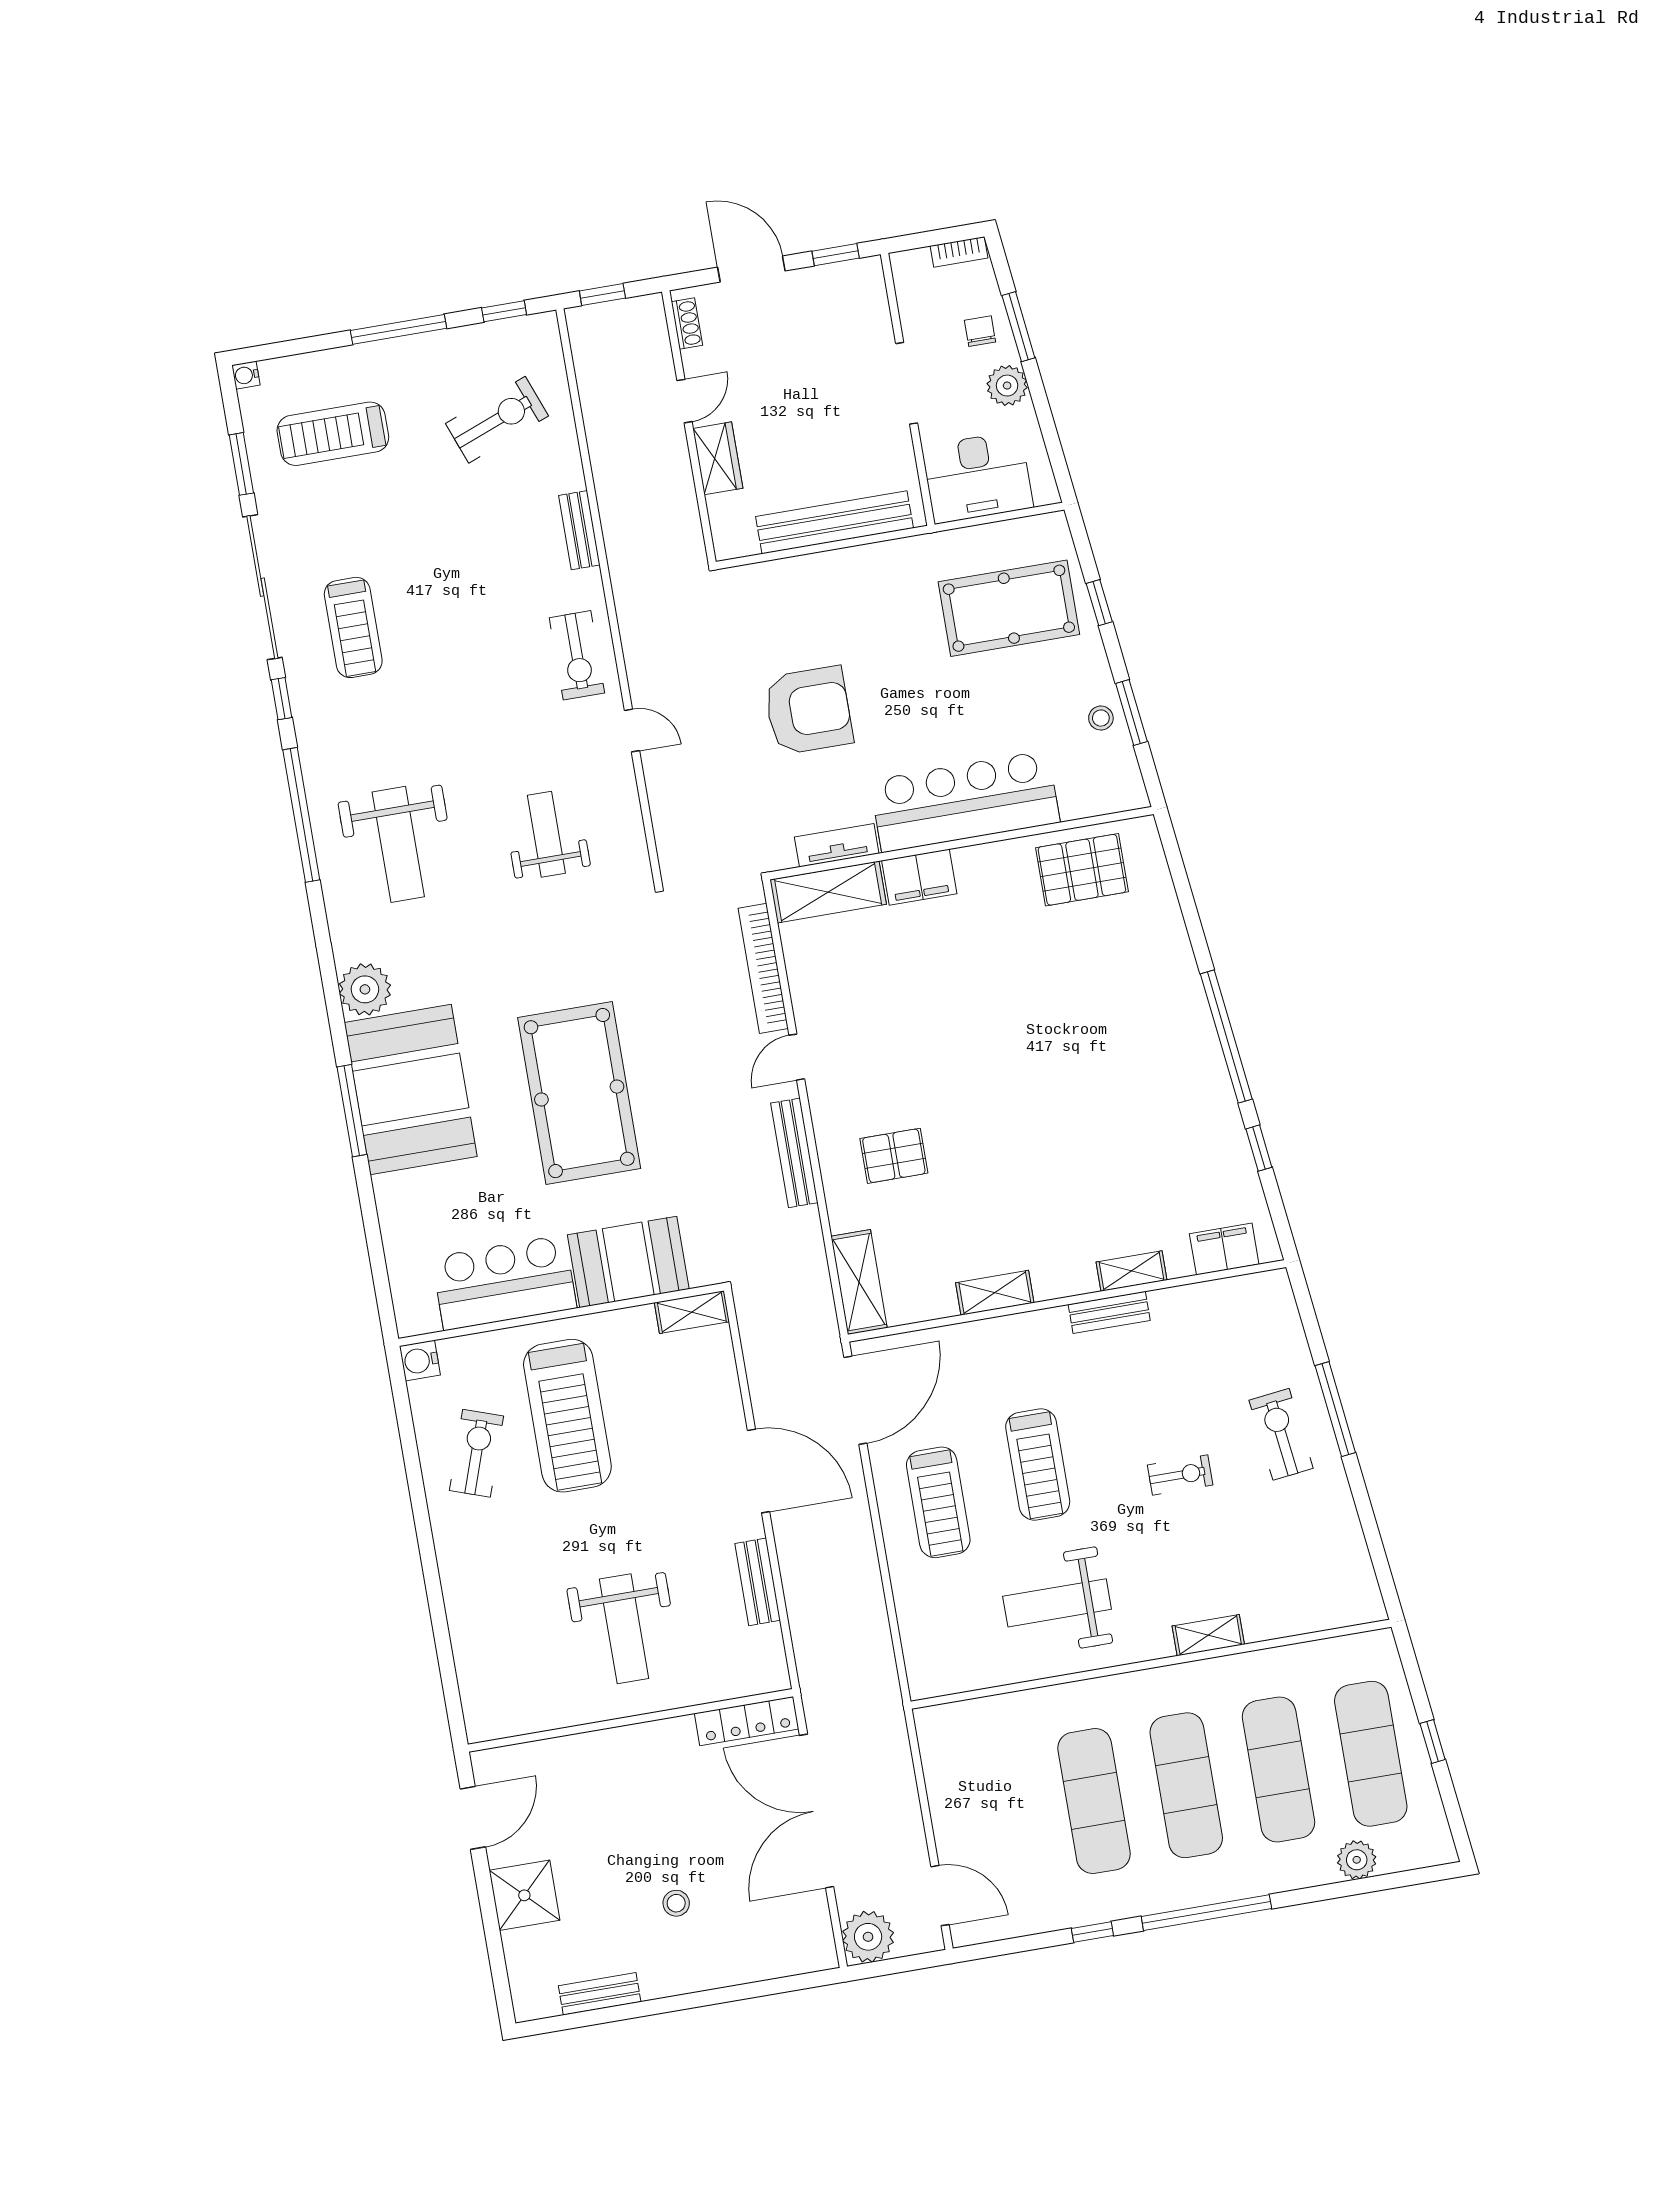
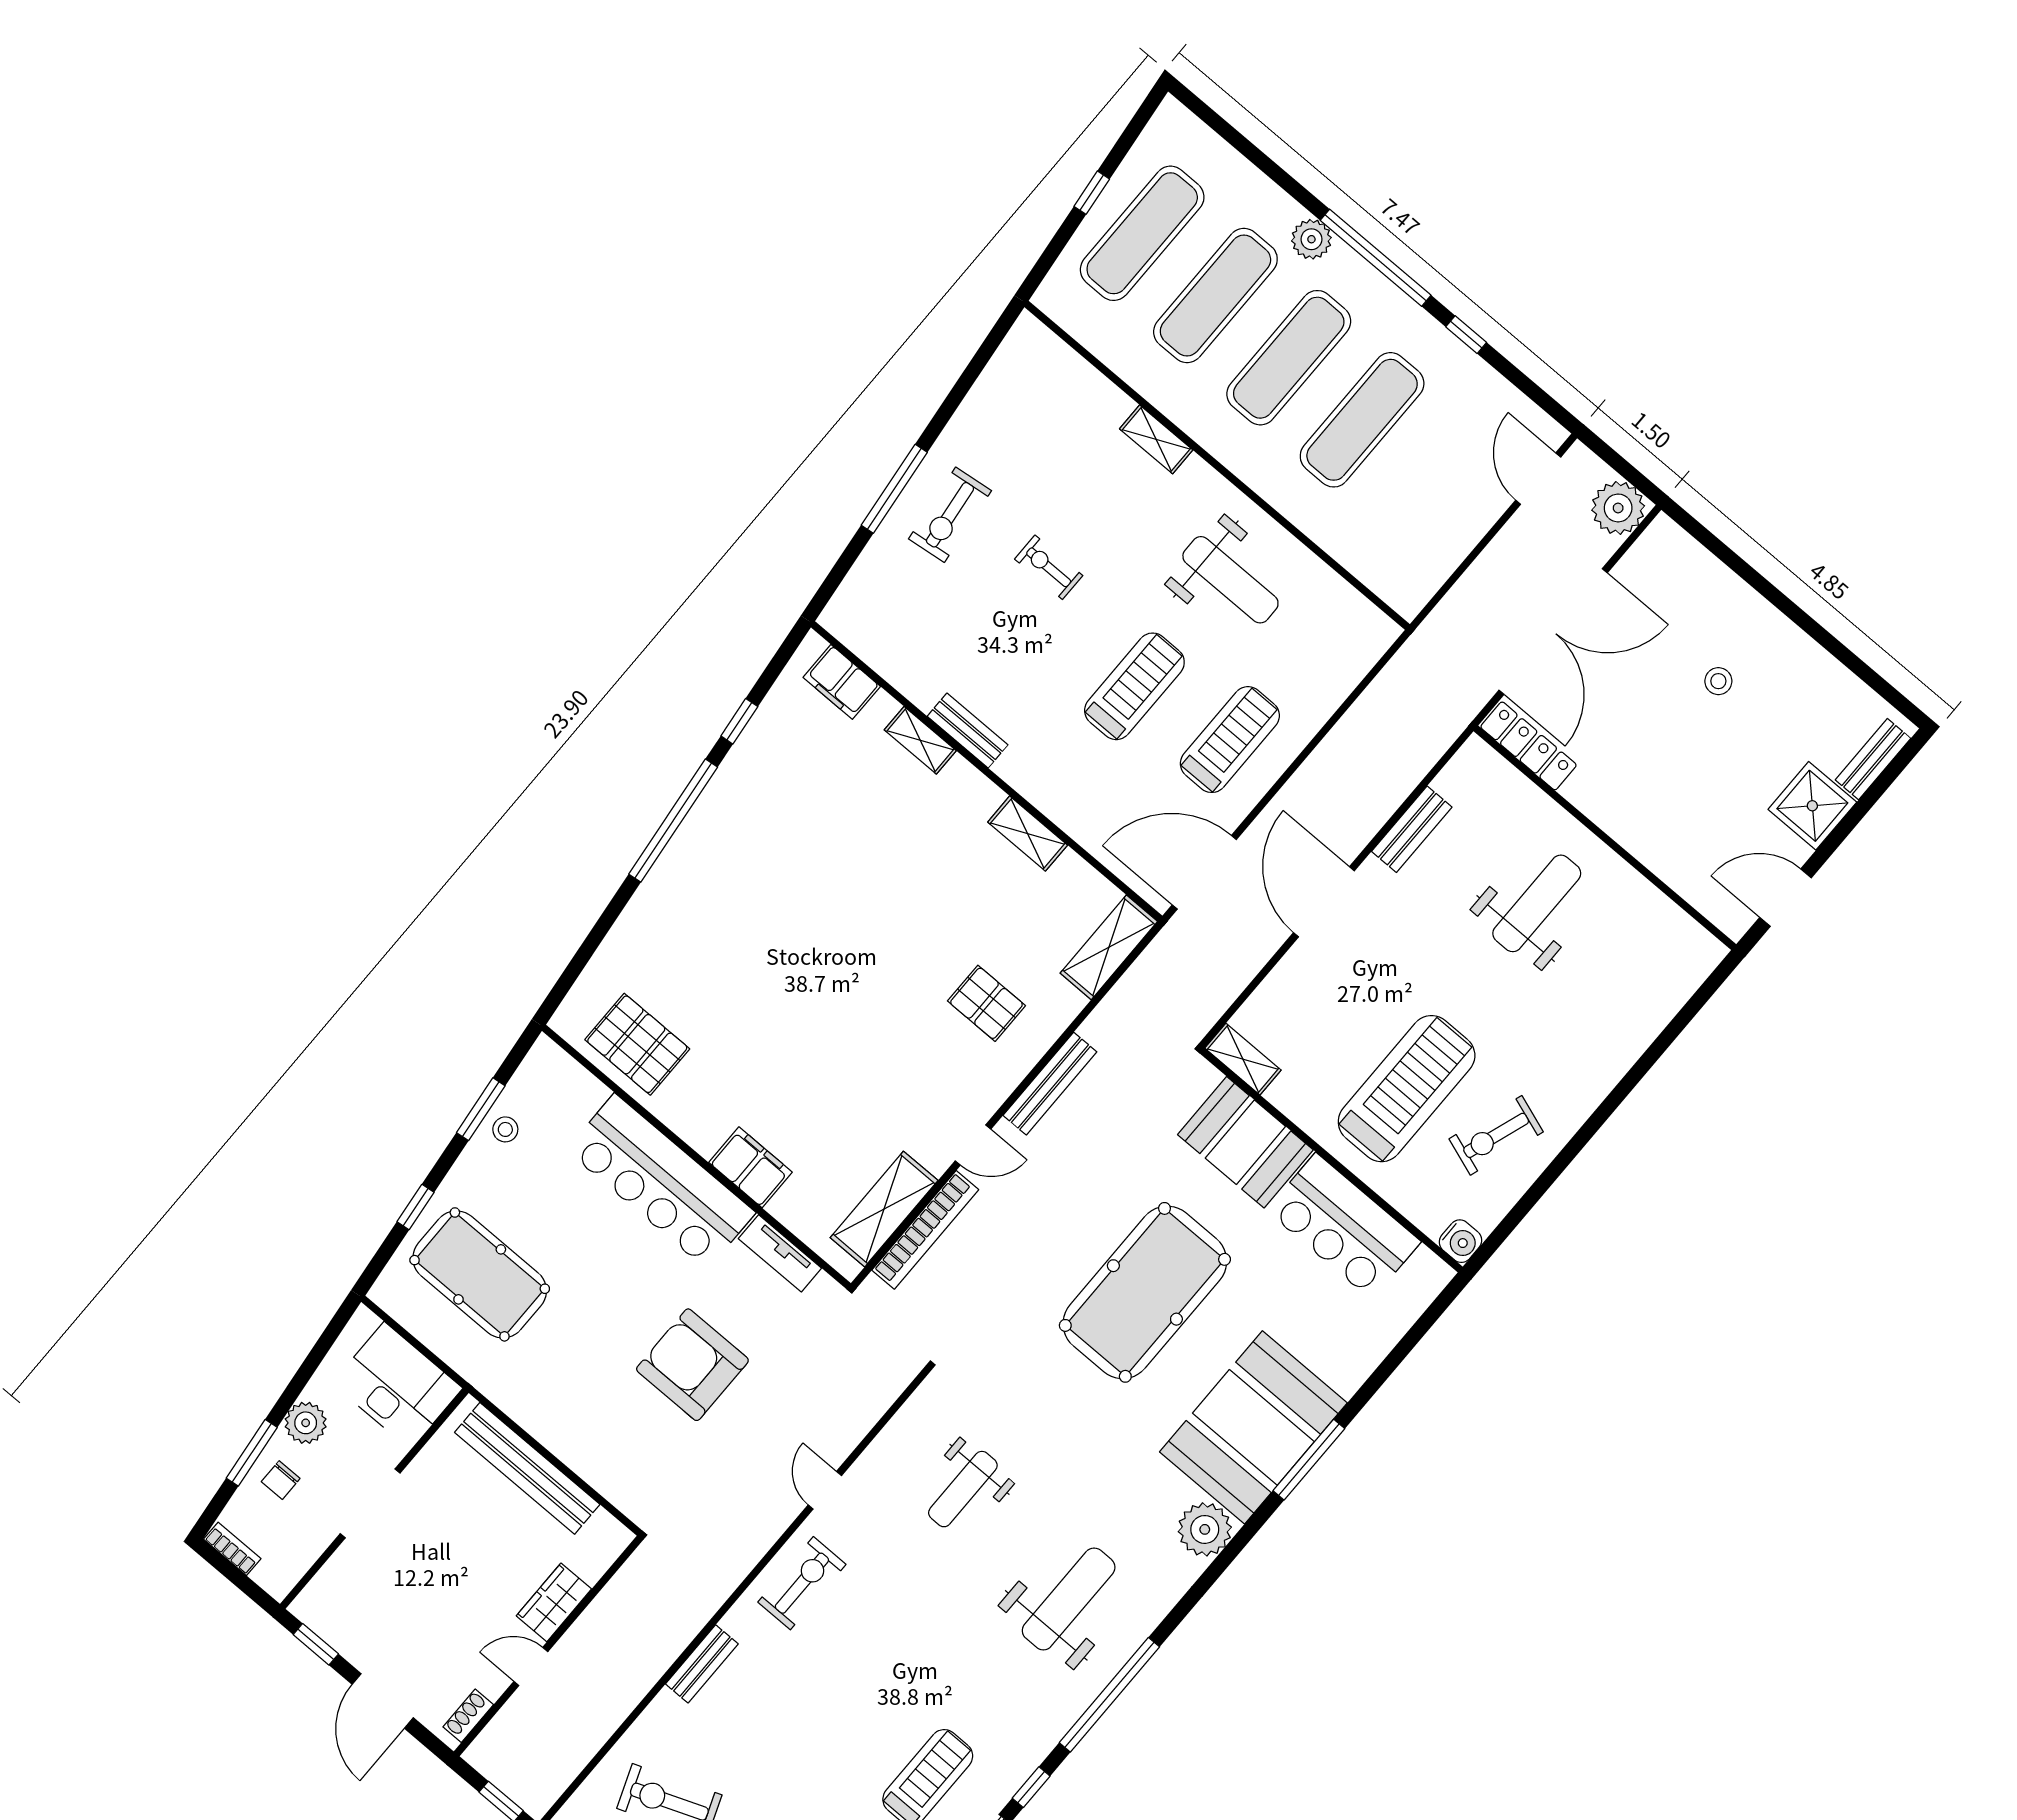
shelving: (828, 892) -> (884, 1209), moved, turned 90
plant: (1357, 1860) -> (1311, 239), moved
bench: (600, 1994) -> (1873, 759), moved, turned 90

